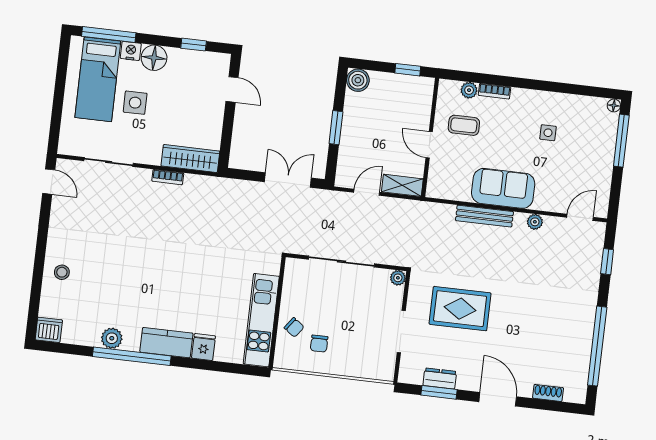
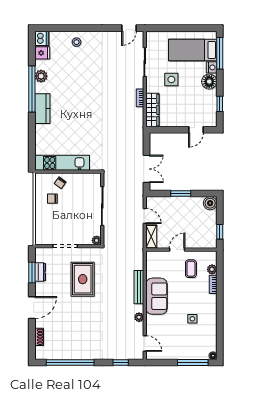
side table: (135, 103) -> (171, 79), moved
fridge: (204, 347) -> (42, 53), moved

